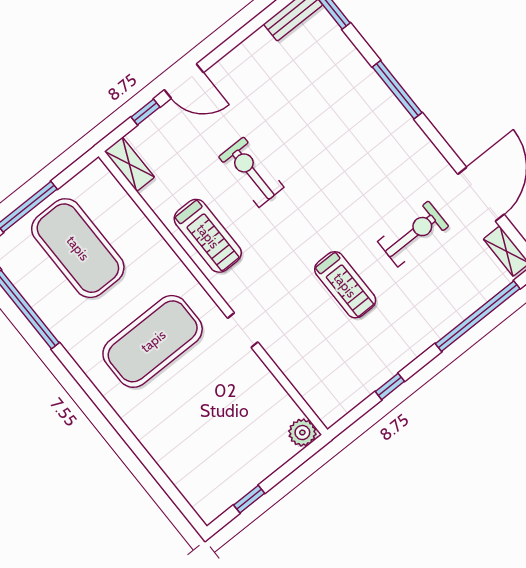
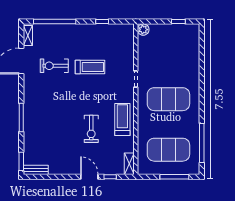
exercise mat: (78, 248) -> (168, 150), turned 90
treadmill: (345, 285) -> (90, 67), turned 90

